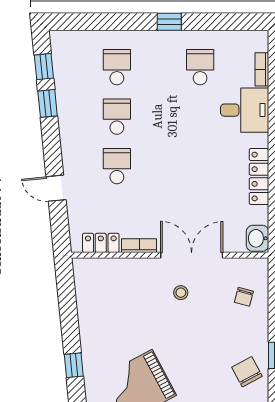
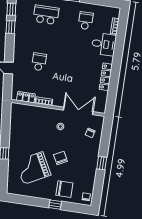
school desk: (117, 67) -> (46, 15), width x1.85
school desk: (117, 117) -> (43, 38), removed
washbasin: (258, 238) -> (101, 106), removed
double door: (192, 255) -> (78, 111), moved
chair: (247, 372) -> (60, 158), moved

